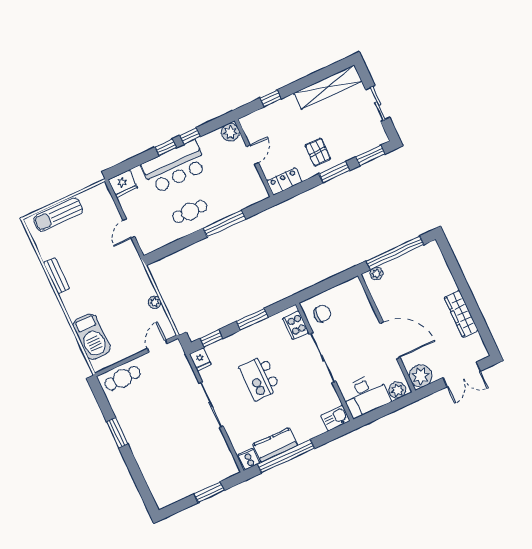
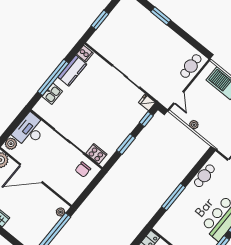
cafe table: (190, 211) -> (204, 176), moved
kitchen island: (260, 378) -> (103, 109), removed
kitchen sink: (335, 418) -> (52, 94), moved
window: (117, 433) -> (161, 16), moved
window: (286, 456) -> (53, 77), moved

